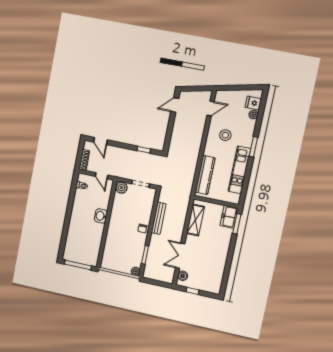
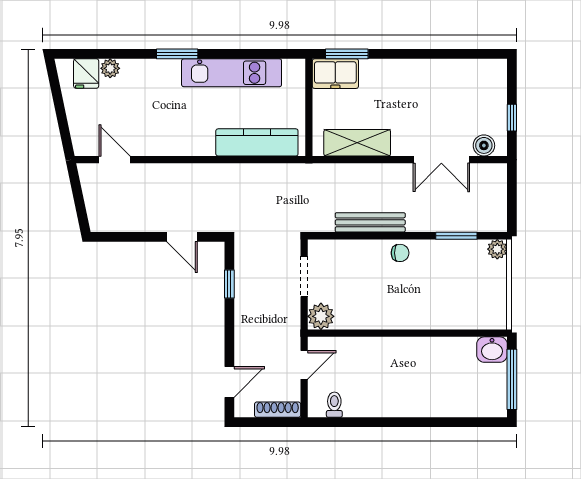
door: (175, 105) -> (182, 237), moved
stool: (225, 135) -> (164, 117), removed
washbasin: (101, 216) -> (492, 350), moved

